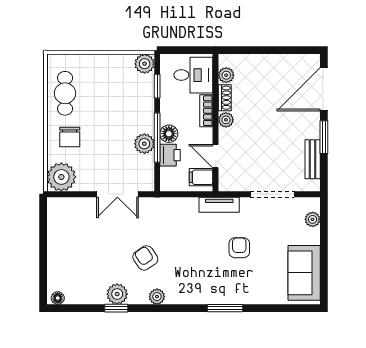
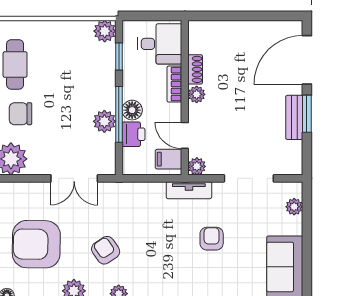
plant: (226, 75) -> (197, 166), moved
chair: (70, 137) -> (20, 114), turned 90
bench: (313, 159) -> (294, 117), moved
armchair: (84, 253) -> (36, 244), added

